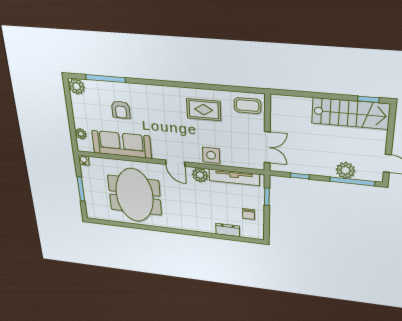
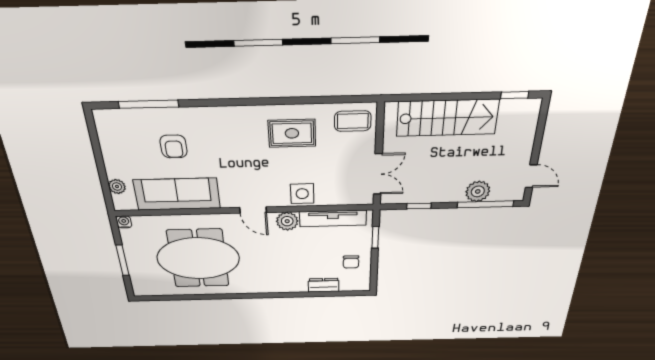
plant: (77, 86) -> (106, 120), removed
stairs: (350, 114) -> (447, 118), moved
meeting table: (135, 195) -> (198, 258), turned 90

